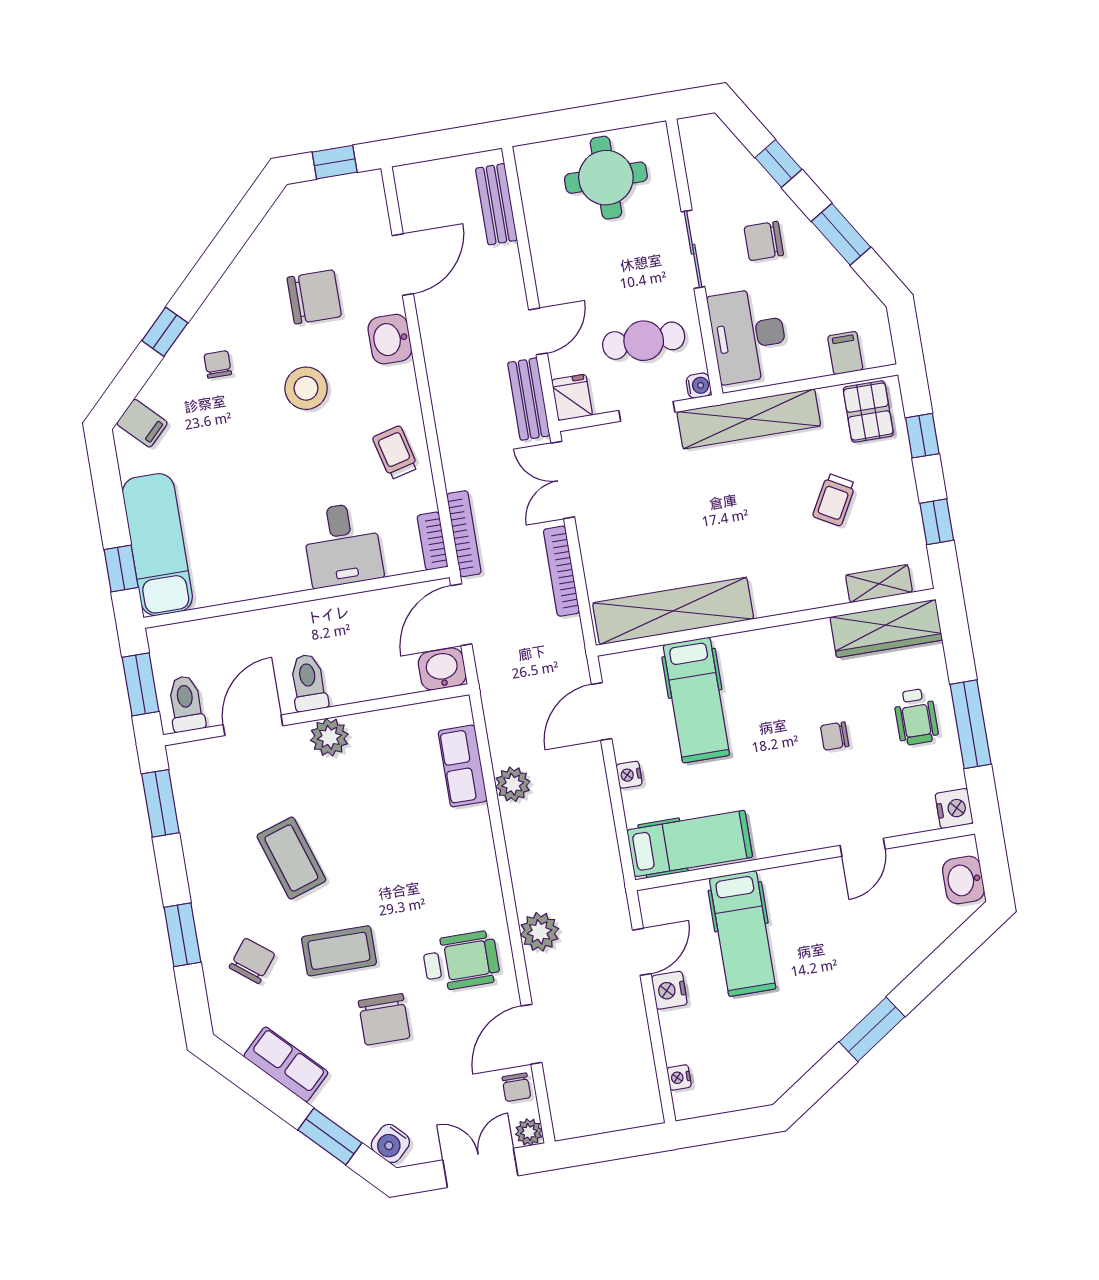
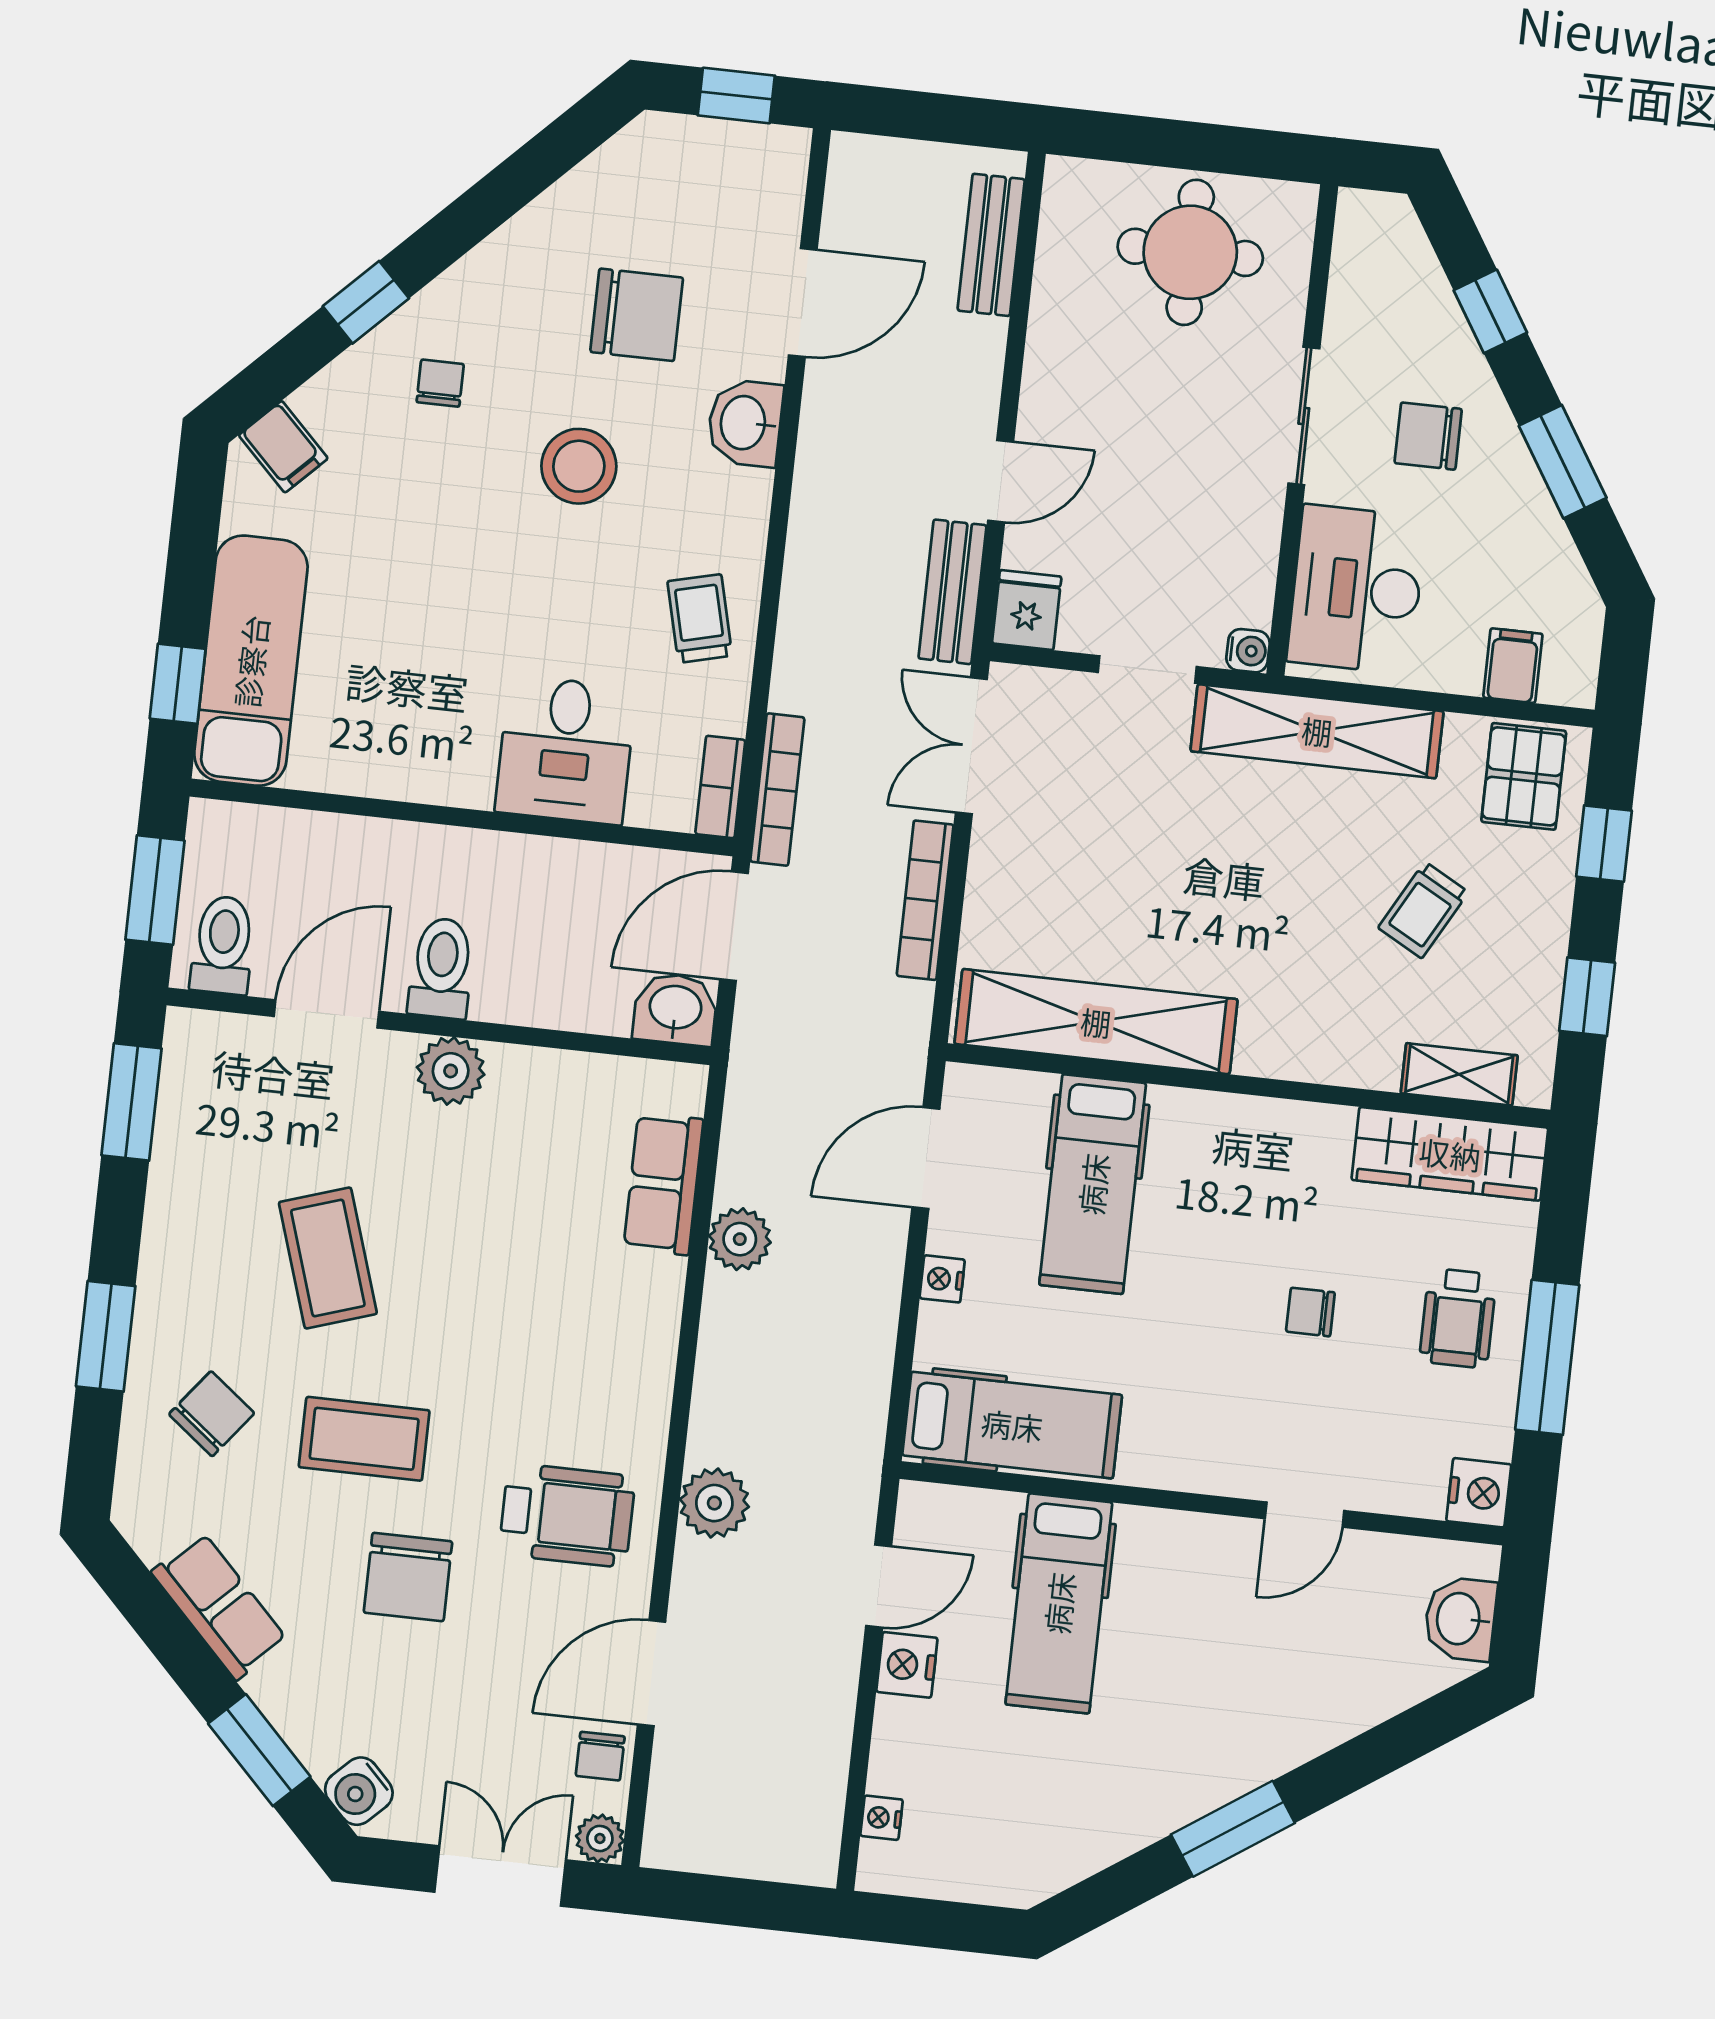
cafe table: (644, 341) -> (1176, 548), removed

